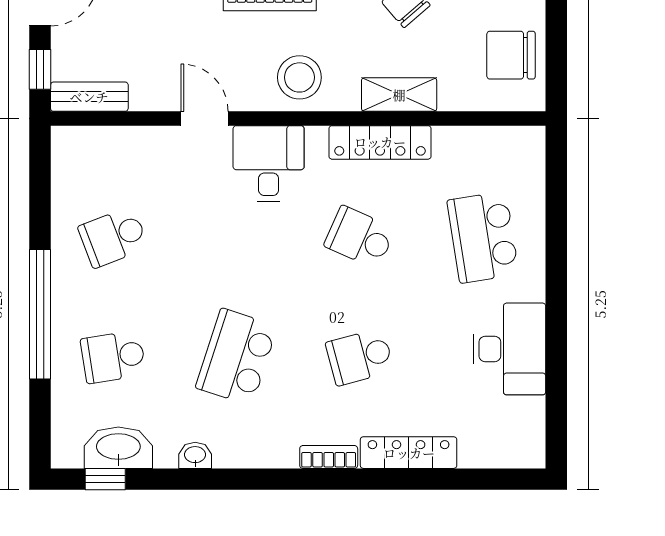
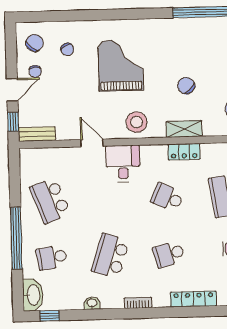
locker: (380, 142) -> (184, 152), width x0.66
school desk: (113, 237) -> (50, 201), width x1.85
washbasin: (118, 448) -> (33, 295), moved, turned 90
bookcase: (329, 457) -> (138, 303), moved

